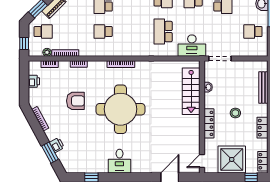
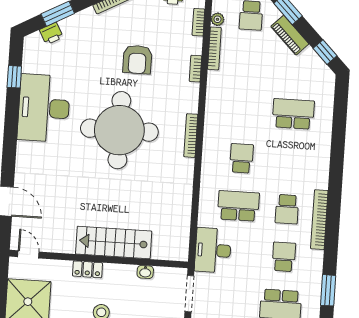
school desk: (103, 32) -> (242, 158), moved
stairs: (191, 91) -> (114, 243), moved
locker: (209, 123) -> (87, 269), width x0.66
printer: (57, 145) -> (51, 34), moved
desk: (119, 161) -> (44, 108), width x1.87, depth x1.30

